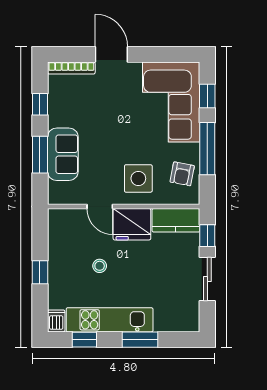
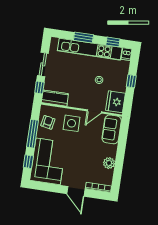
window: (40, 104) -> (118, 171), removed
plant: (58, 116) -> (109, 163), added
sofa: (63, 154) -> (112, 129), moved
window: (40, 155) -> (122, 144), removed
door: (100, 206) -> (94, 111), swing flipped
fridge: (132, 224) -> (115, 102), moved, turned -90
kitchen unit: (110, 320) -> (90, 49), width x1.36

